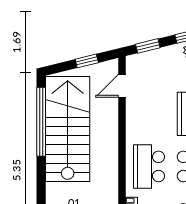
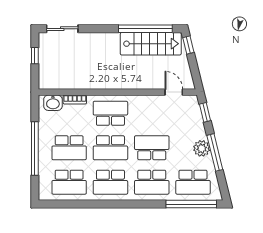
window: (87, 61) -> (188, 45), moved
stairs: (68, 129) -> (151, 44), width x0.73, depth x0.66

